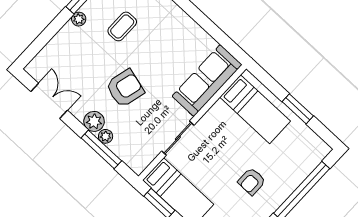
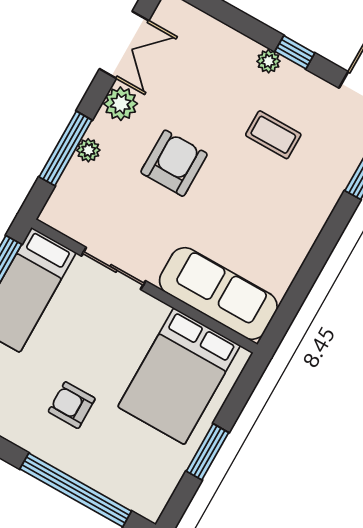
armchair: (125, 88) -> (174, 163), turned -105
bed: (255, 109) -> (179, 376), width x1.50
plant: (94, 121) -> (121, 104), moved

